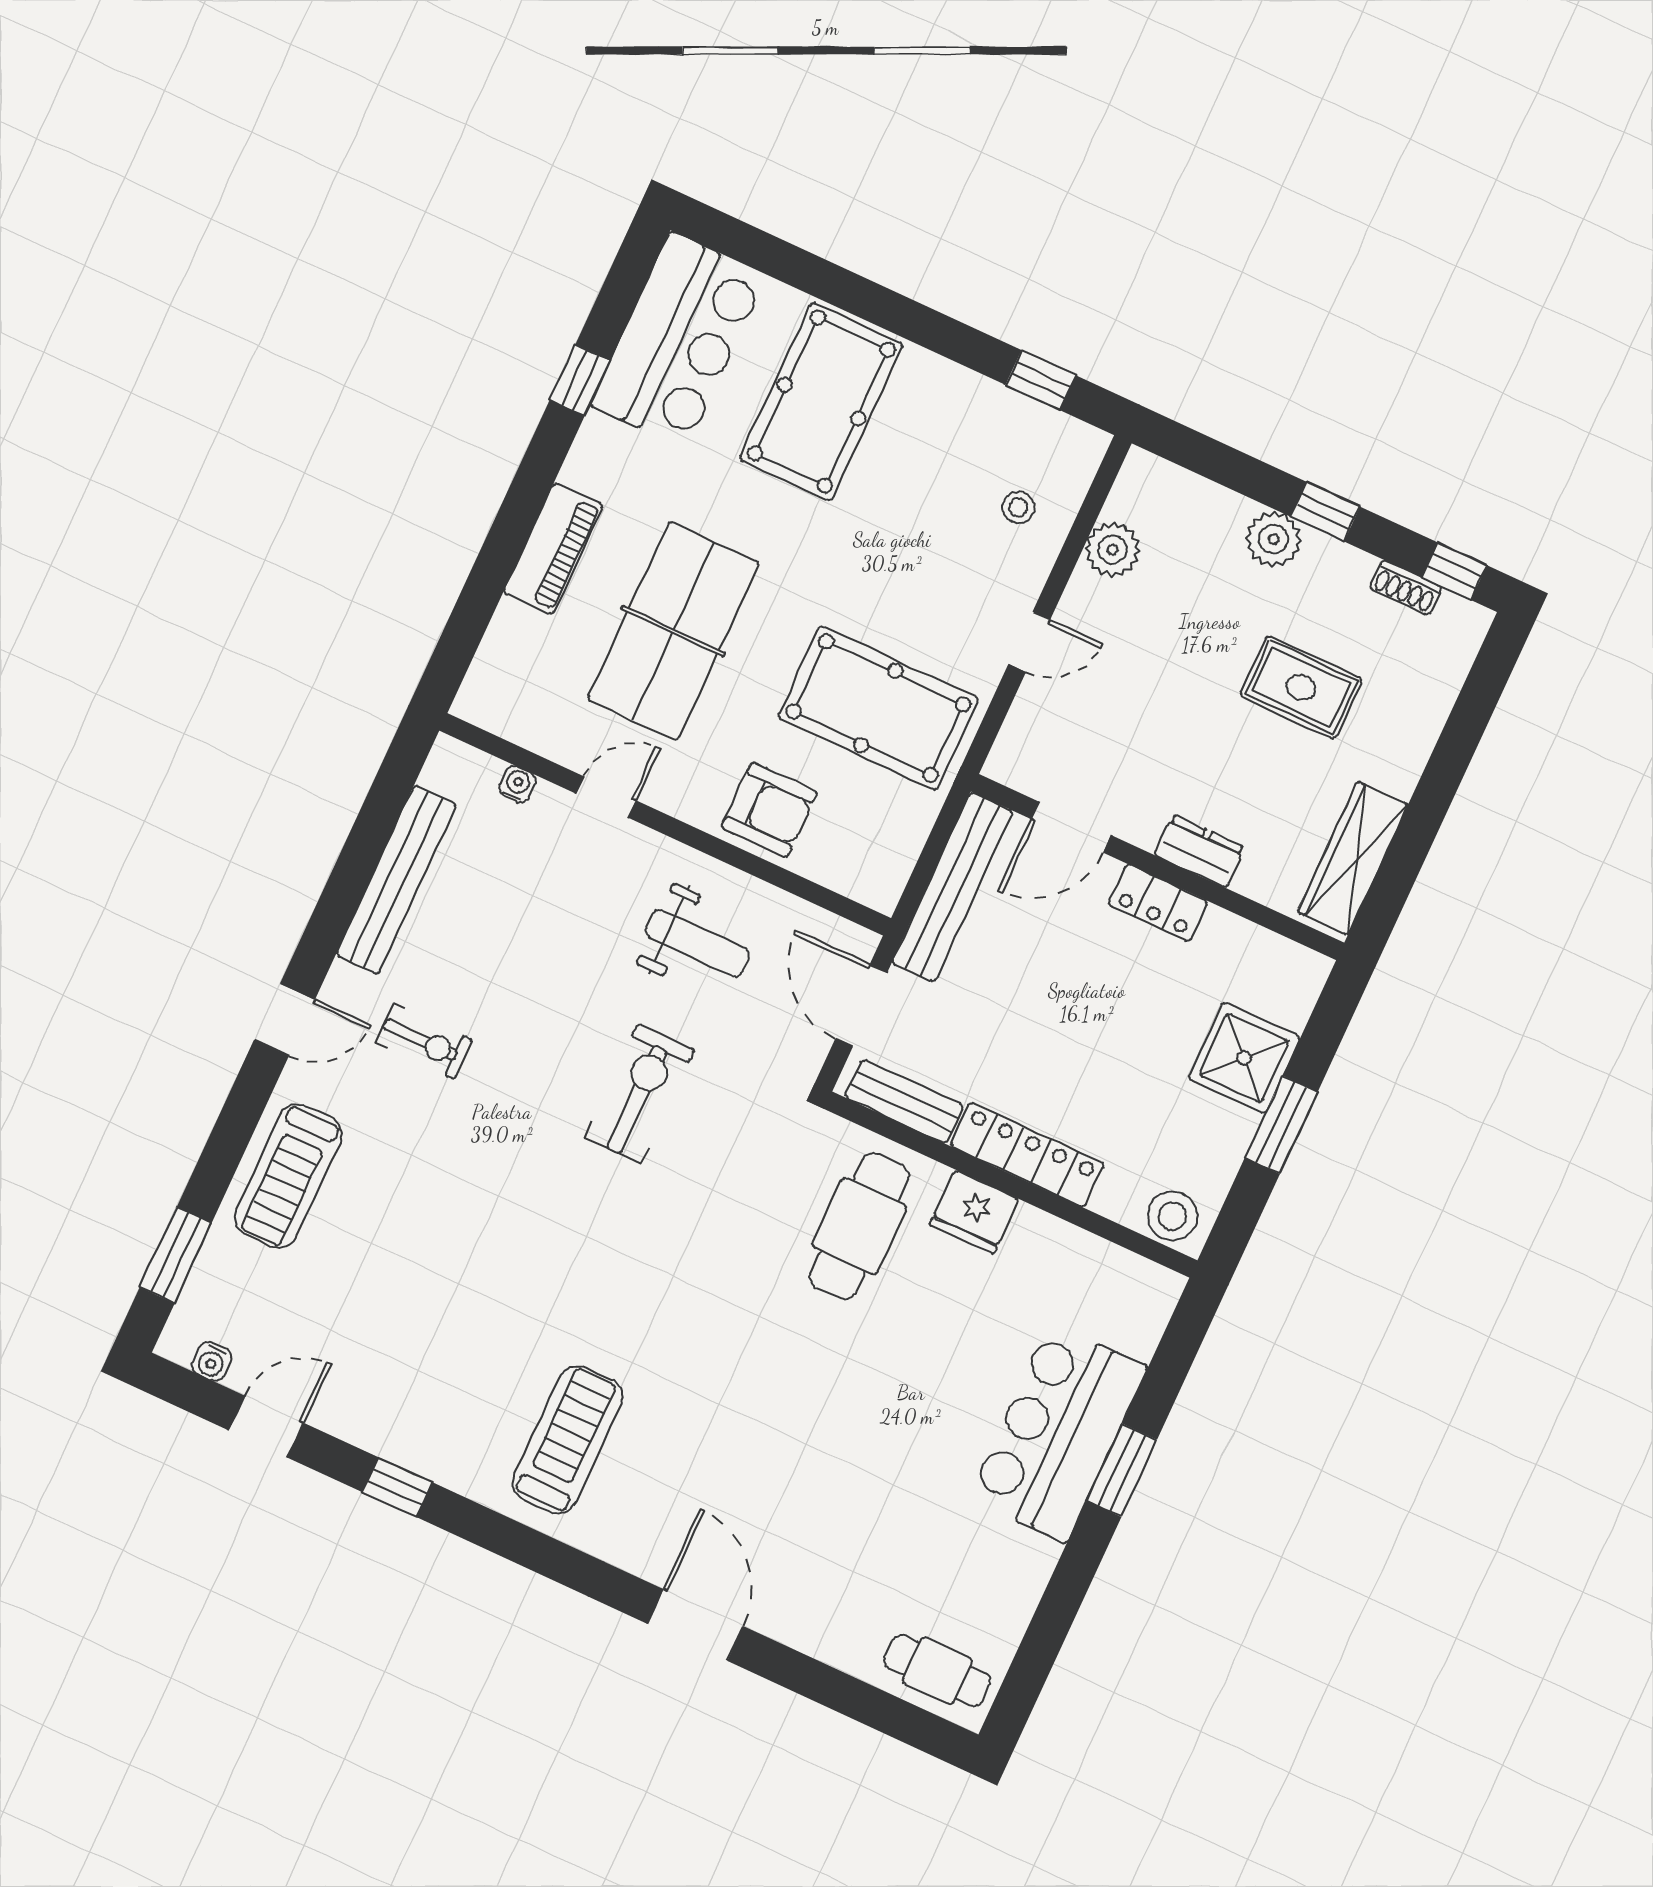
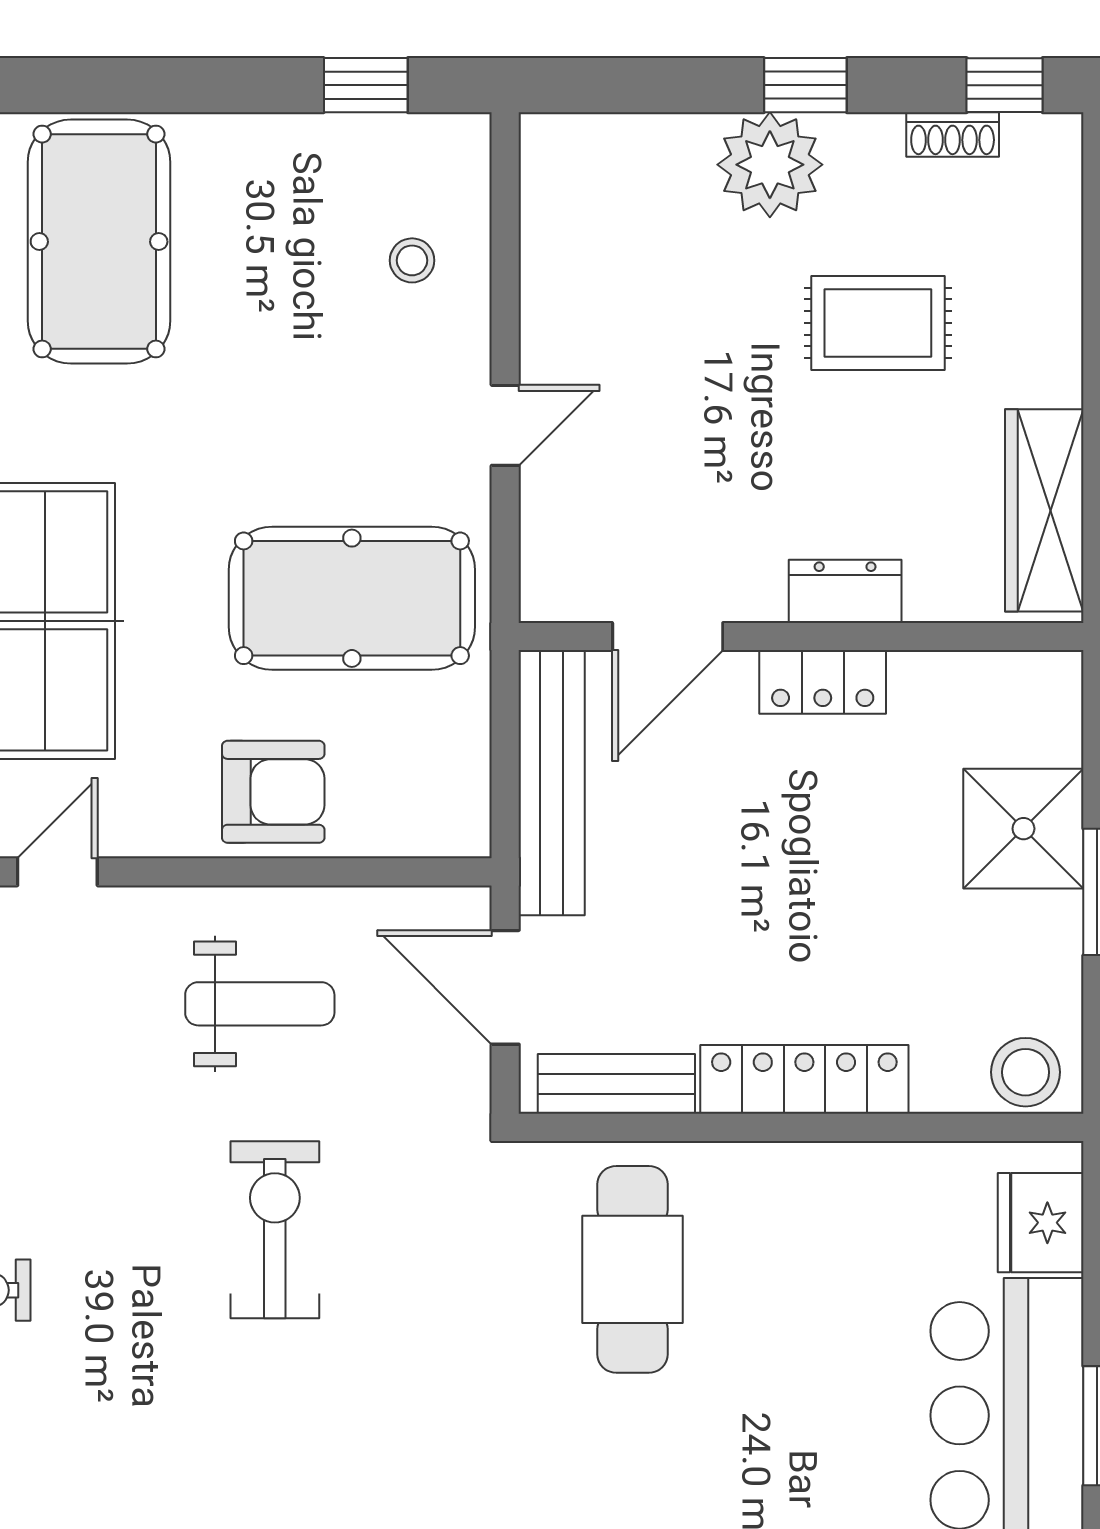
plant: (1274, 539) -> (770, 165), width x1.36, depth x1.36
plant: (1113, 550) -> (557, 259), removed
fridge: (974, 1212) -> (1041, 1223), moved, turned 90

